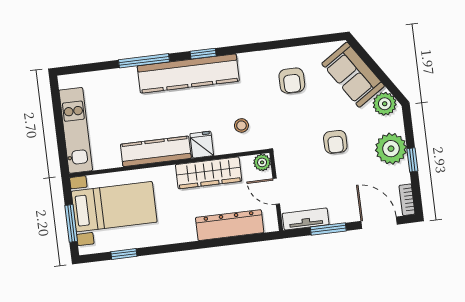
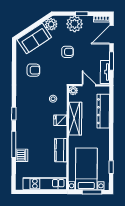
kitchen counter: (188, 73) -> (23, 123), removed
dishwasher: (125, 79) -> (22, 155), added
kitchen counter: (156, 151) -> (61, 150), width x0.67
door: (276, 191) -> (89, 85), swing flipped

